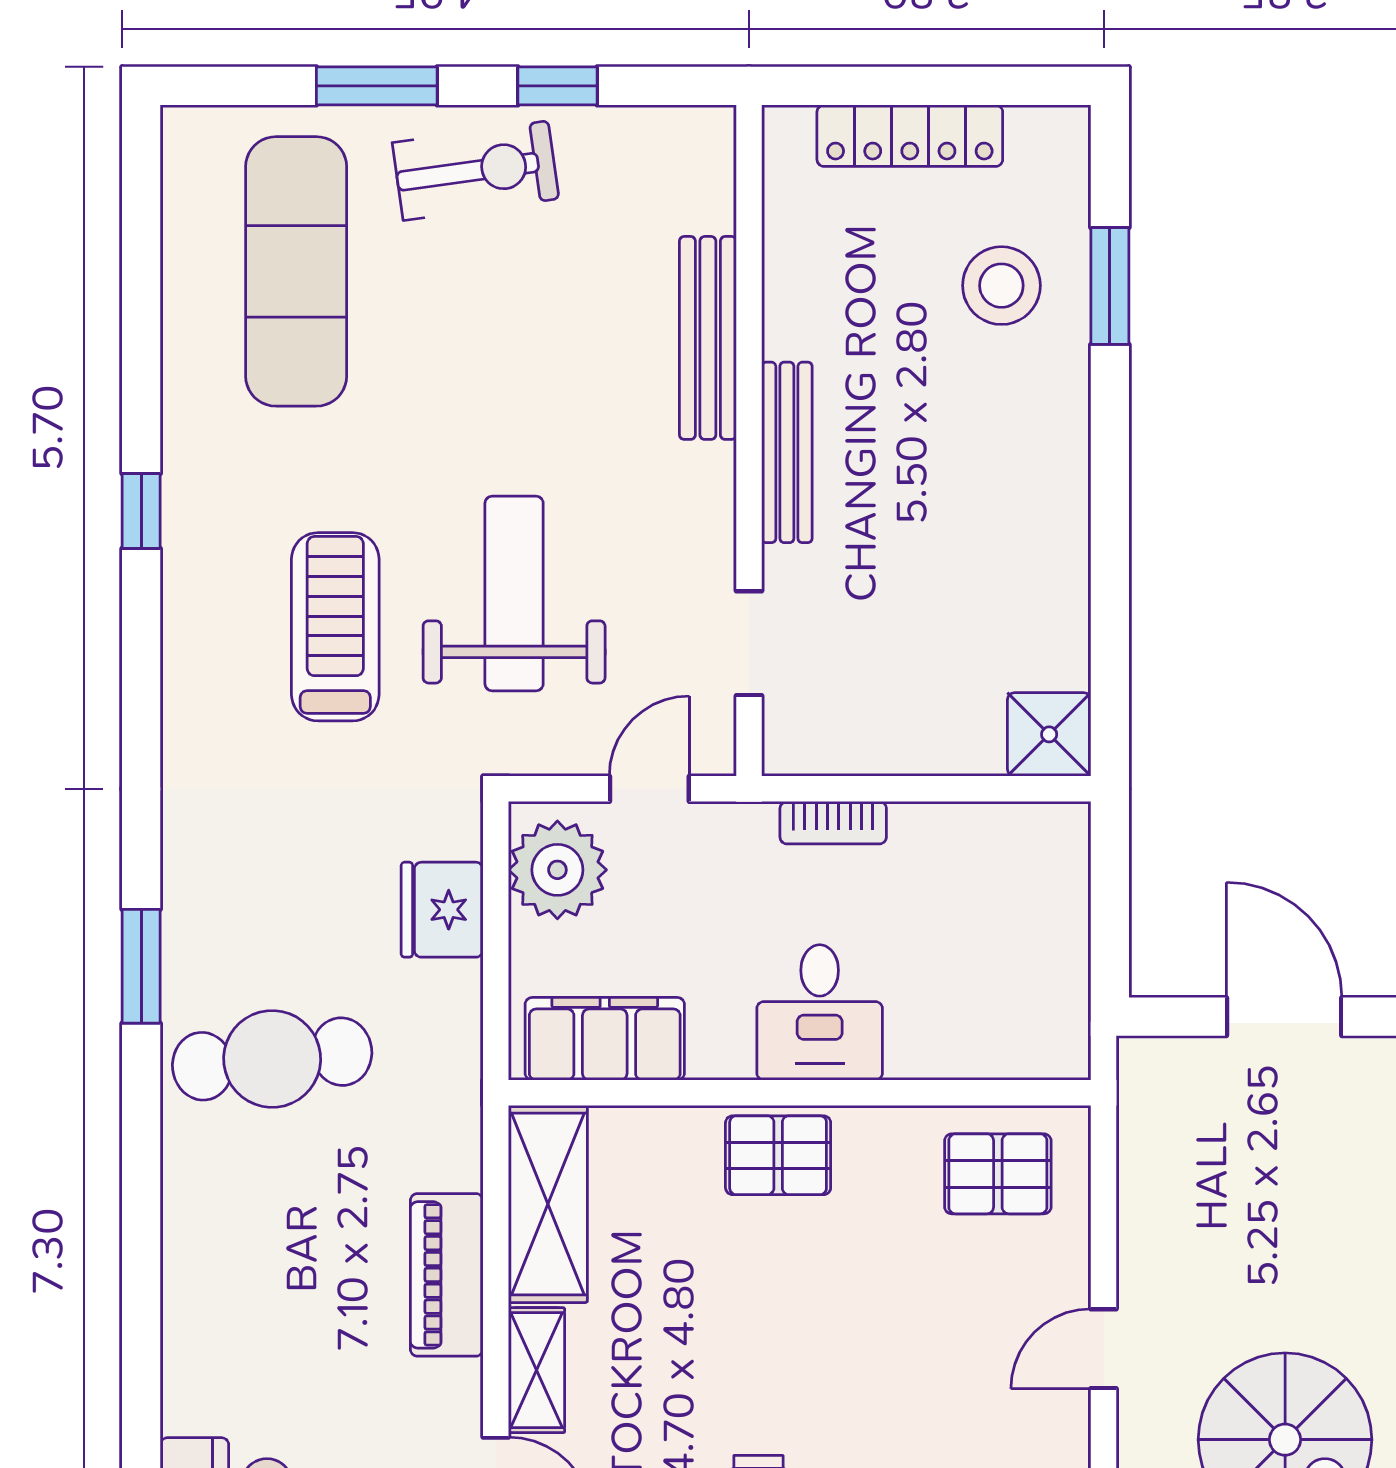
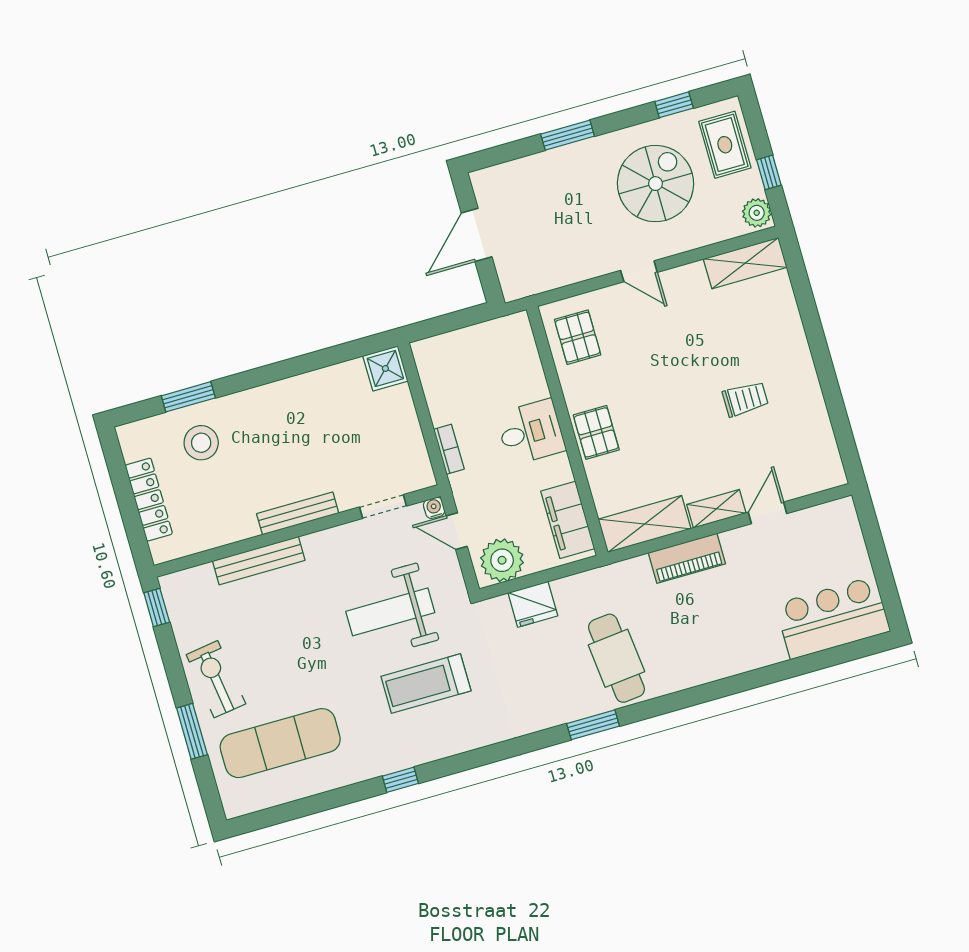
window: (558, 86) -> (157, 607), moved
water cooler: (714, 754) -> (434, 508), added

